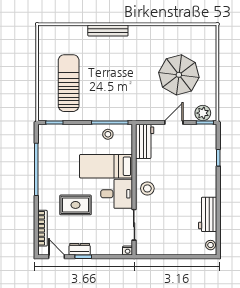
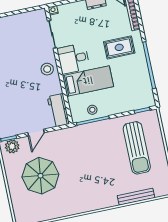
bench: (108, 31) -> (136, 197), moved
rug: (75, 205) -> (119, 47), moved

